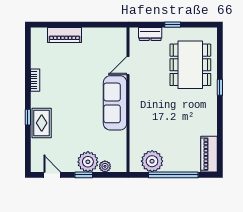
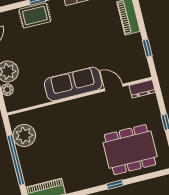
window: (99, 25) -> (147, 48), added
dresser: (150, 34) -> (142, 89), moved, turned -90

